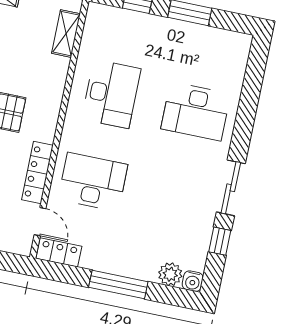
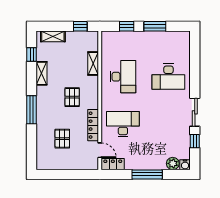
shelving: (66, 34) -> (93, 64), moved

